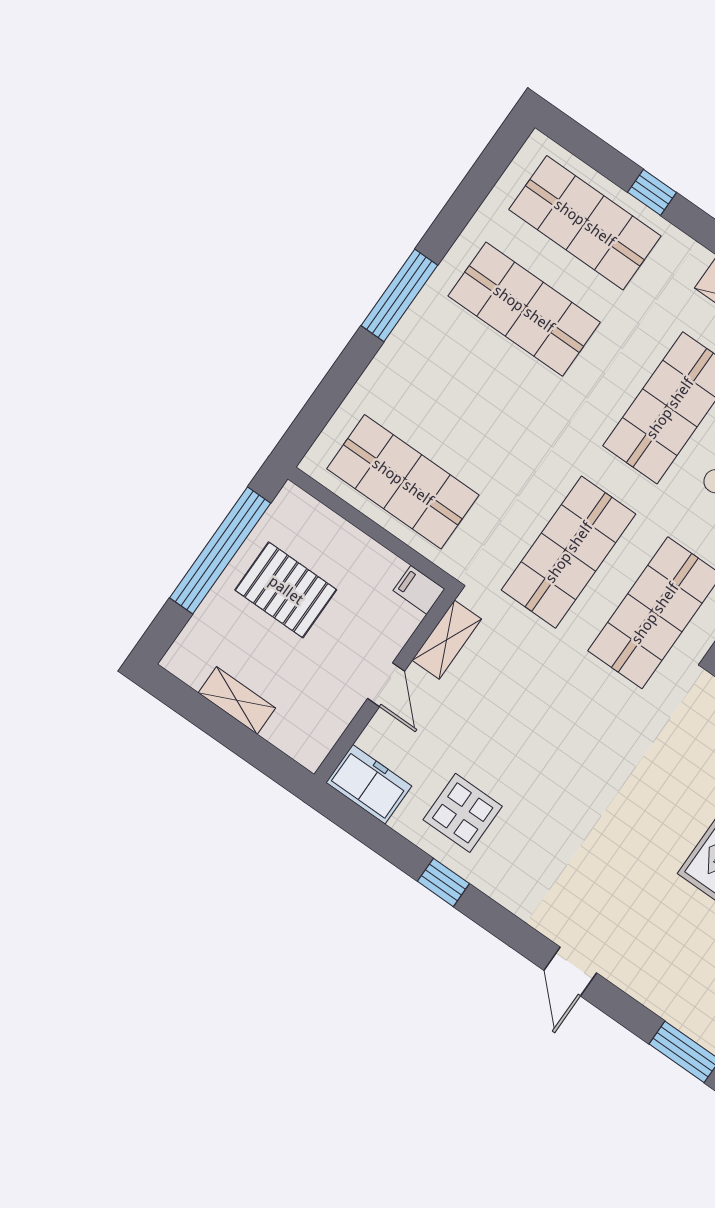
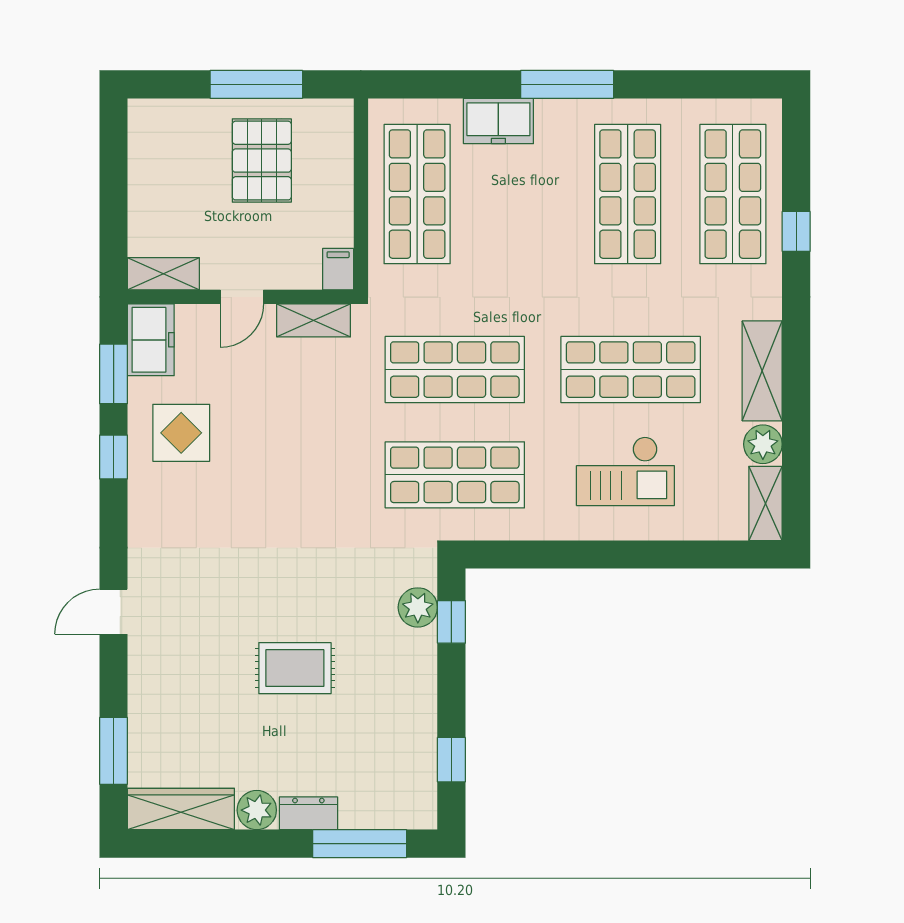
freezer: (390, 373) -> (498, 121), added
window: (220, 550) -> (256, 84), width x0.68
shelving: (237, 700) -> (163, 274), moved, turned 90
window: (375, 835) -> (114, 374), added

